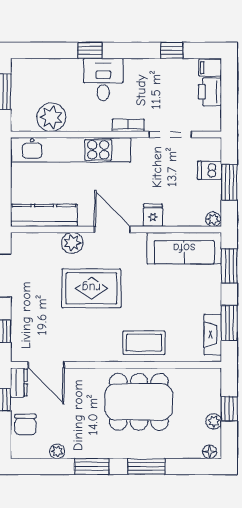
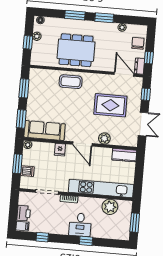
kitchen counter: (44, 215) -> (124, 155), width x0.67
rug: (91, 288) -> (110, 105), moved
fireplace: (213, 335) -> (33, 83), removed

